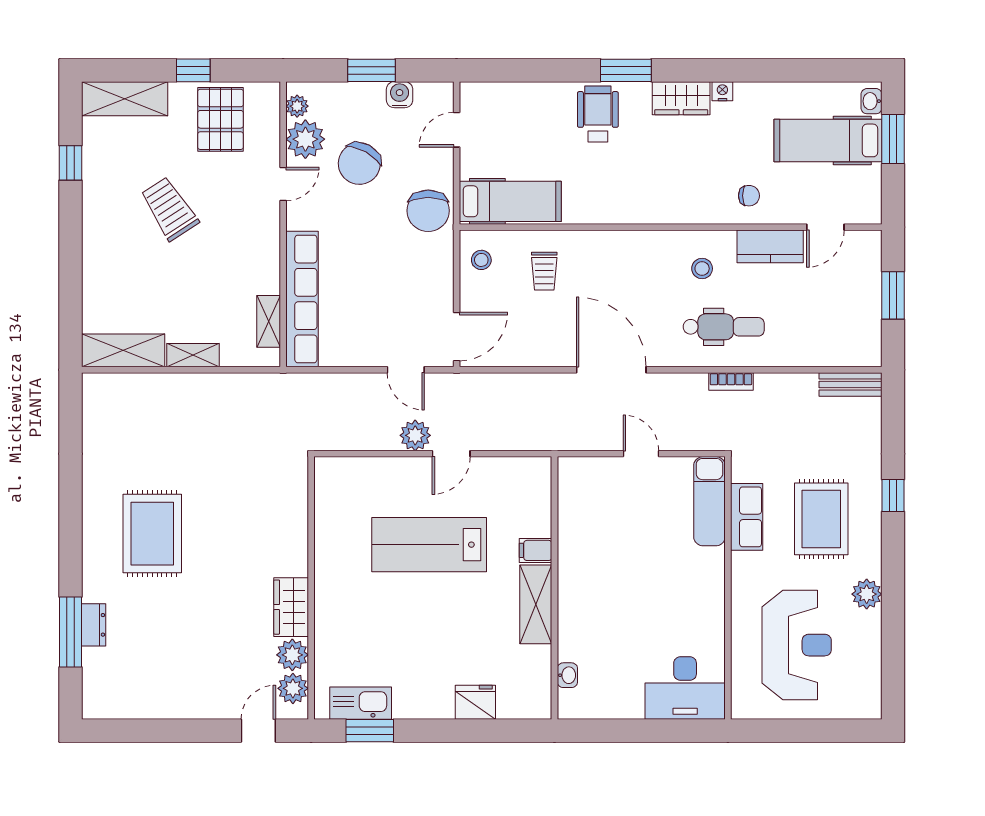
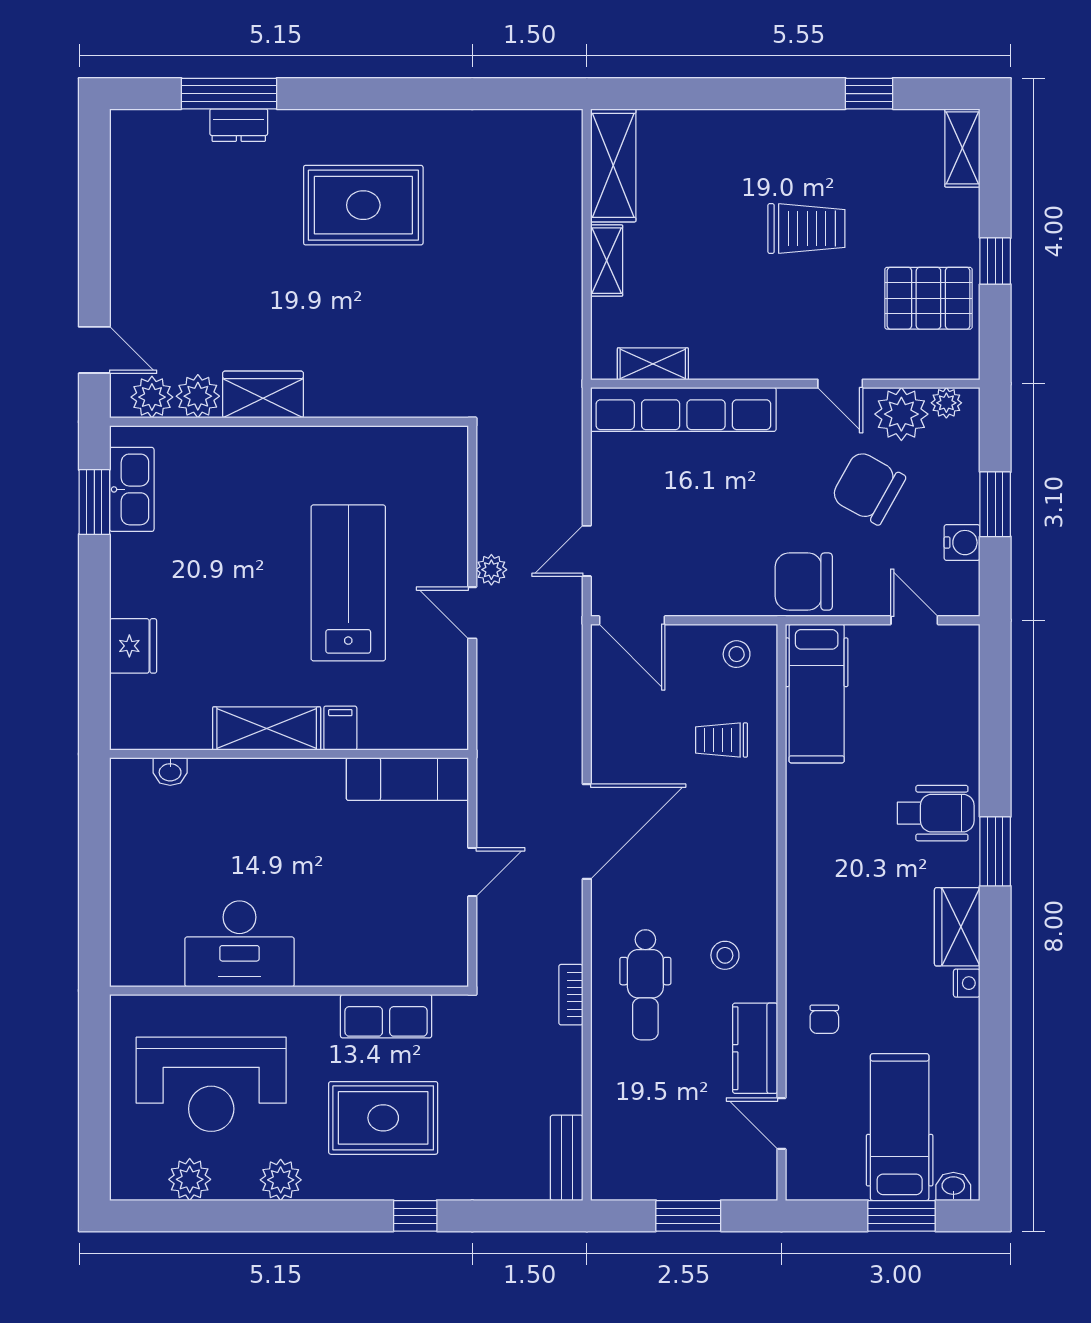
shelving: (125, 99) -> (962, 148), width x0.67, depth x0.75
trolley: (169, 209) -> (806, 229), turned 33
plant: (415, 435) -> (491, 570), width x0.73, depth x0.73
exam couch: (709, 501) -> (407, 779), moved, turned 180
plant: (866, 661) -> (190, 1179), added
desk: (685, 688) -> (239, 944), moved, turned -90

